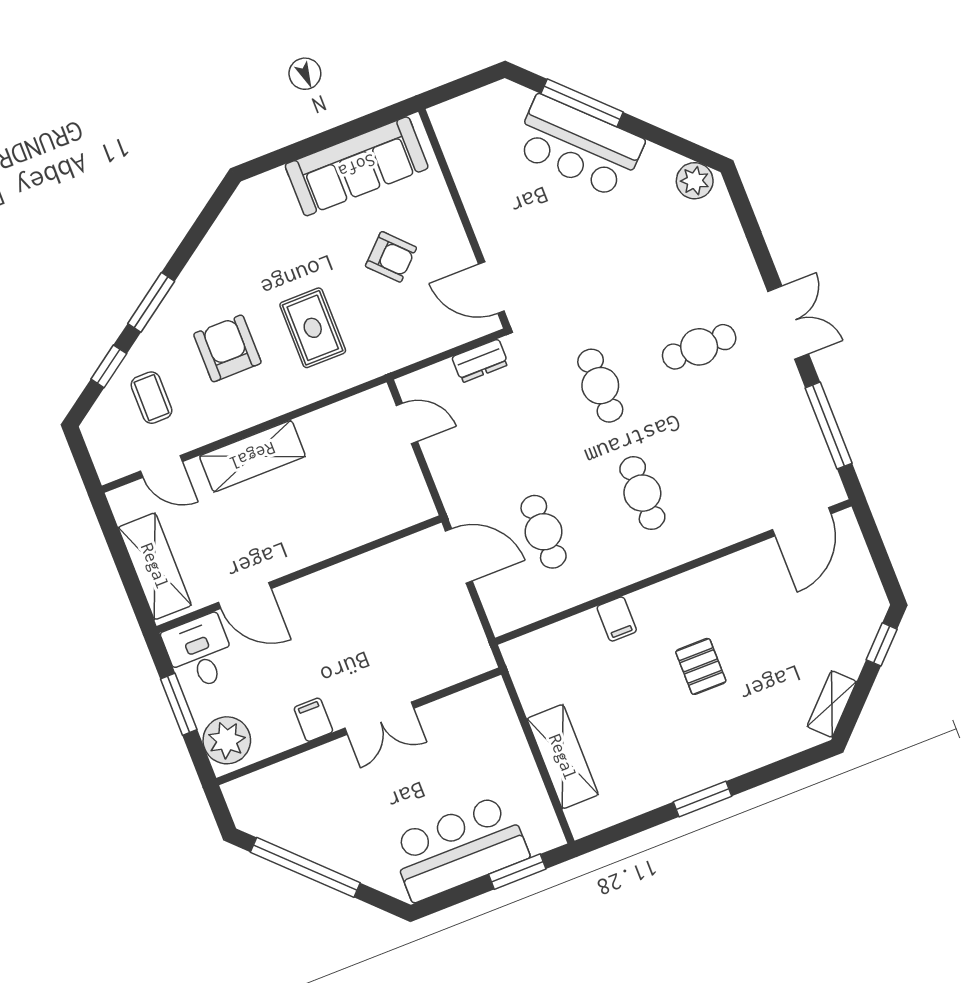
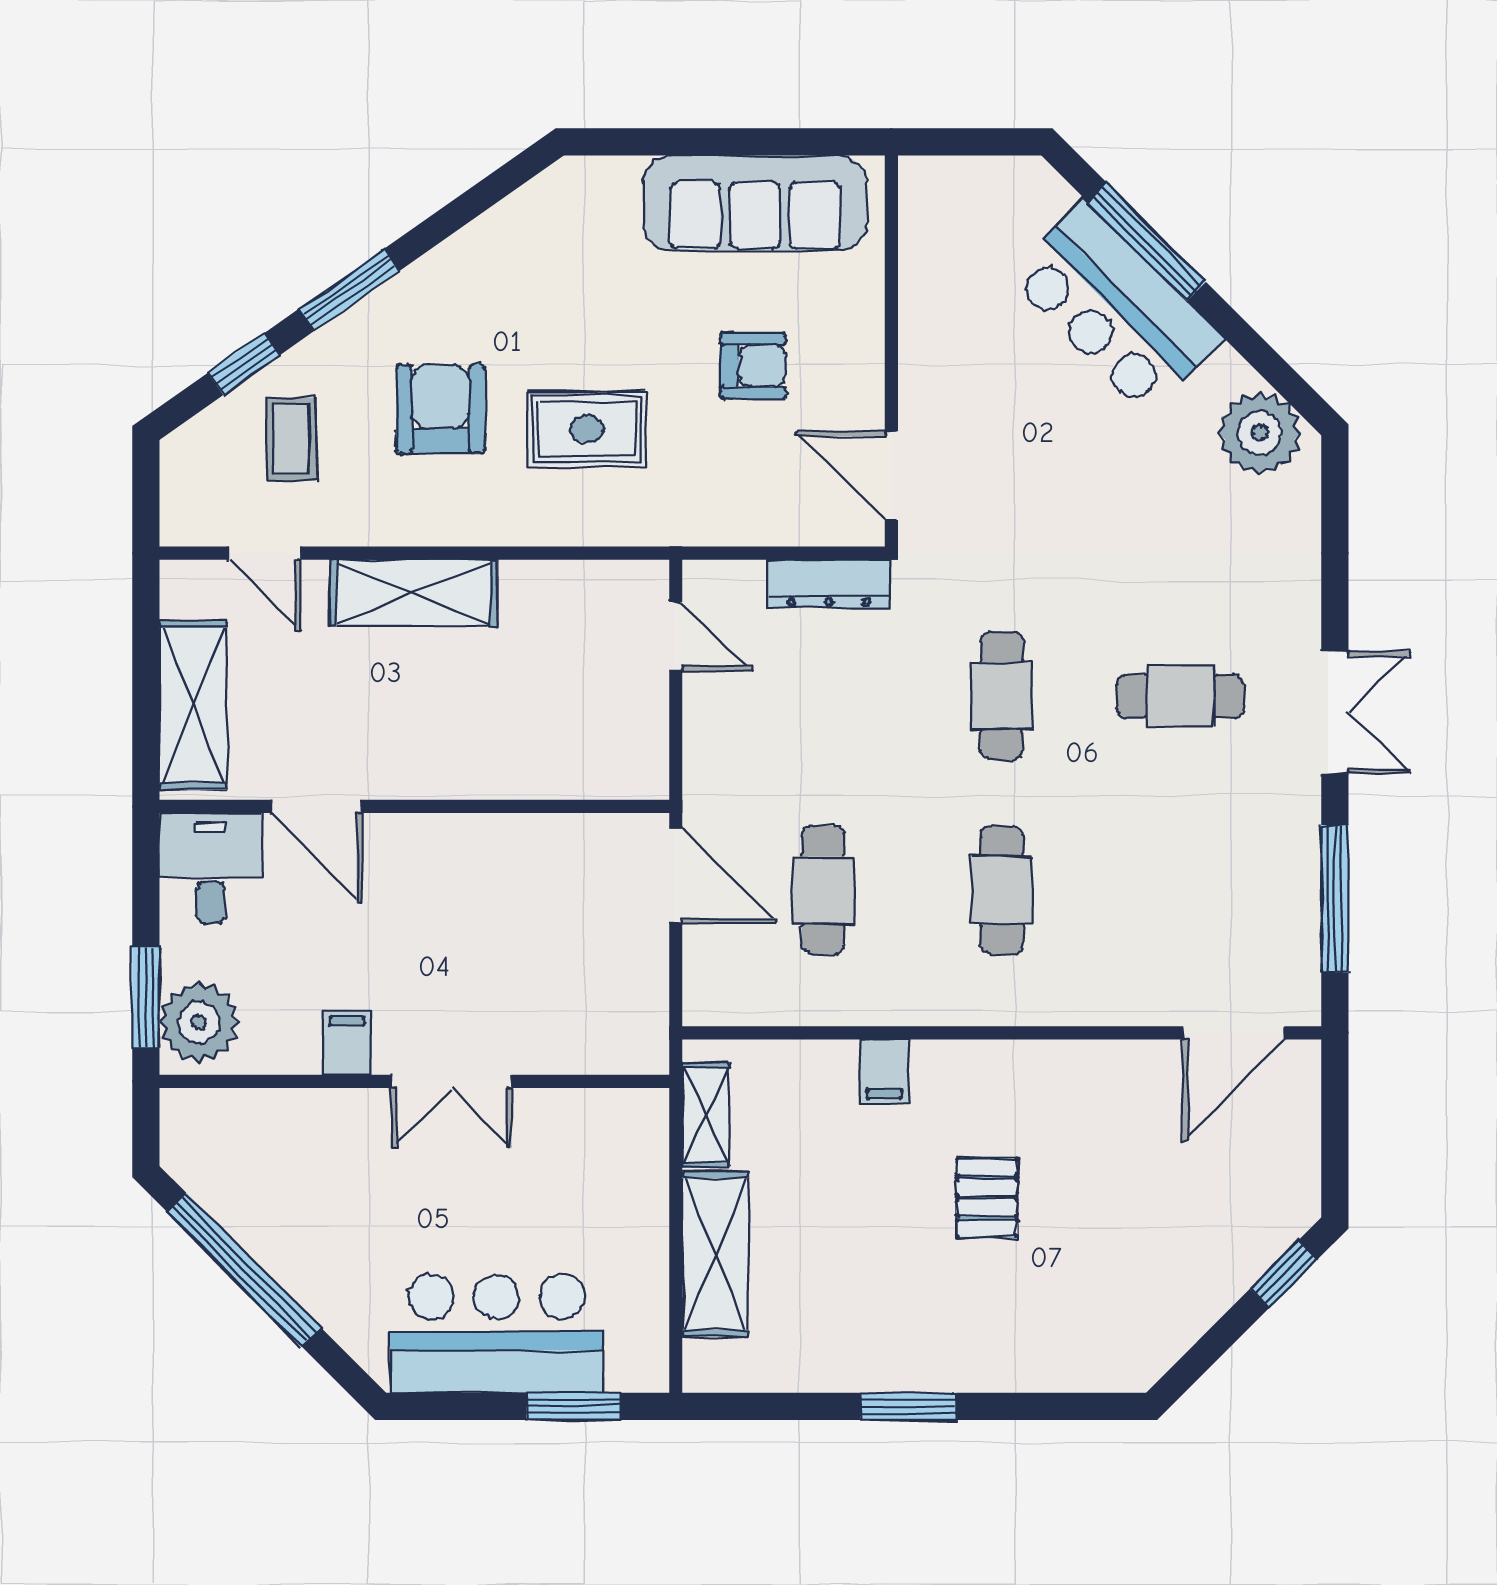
plant: (695, 181) -> (1260, 433), width x1.36, depth x1.36
armchair: (391, 257) -> (753, 366), turned -46
rug: (313, 328) -> (587, 429), turned 90
dresser: (480, 361) -> (829, 583), width x1.44
window: (179, 704) -> (146, 998), moved
shelving: (832, 704) -> (706, 1115), moved, turned -45

